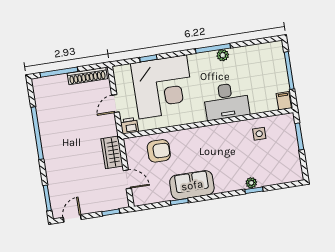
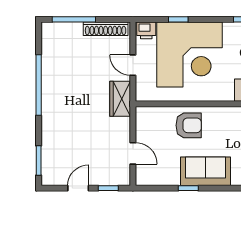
door: (116, 104) -> (133, 65), hinge flipped
printer: (129, 126) -> (146, 30), moved, turned 180
armchair: (159, 151) -> (189, 125), moved
wardrobe: (112, 152) -> (120, 99), moved
door: (72, 218) -> (78, 188), moved

